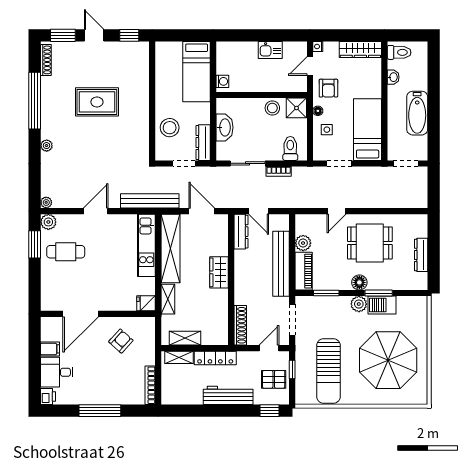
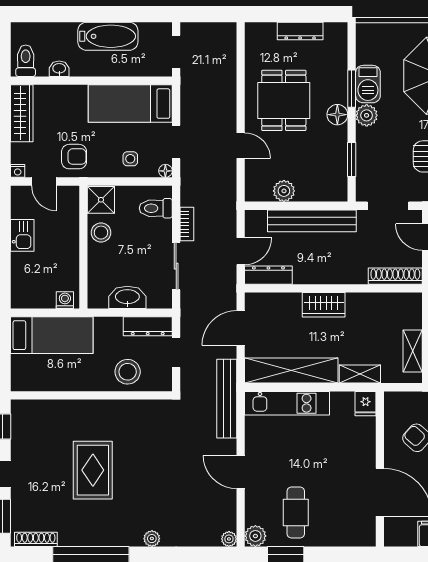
floor lamp: (318, 111) -> (165, 171), moved
piano: (304, 271) -> (322, 190), removed

